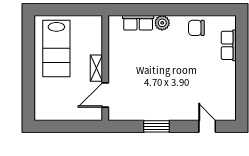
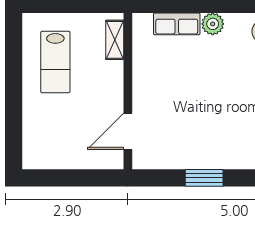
lab bench: (56, 48) -> (55, 62), width x0.73, depth x0.72
shelving: (96, 68) -> (115, 40), moved

